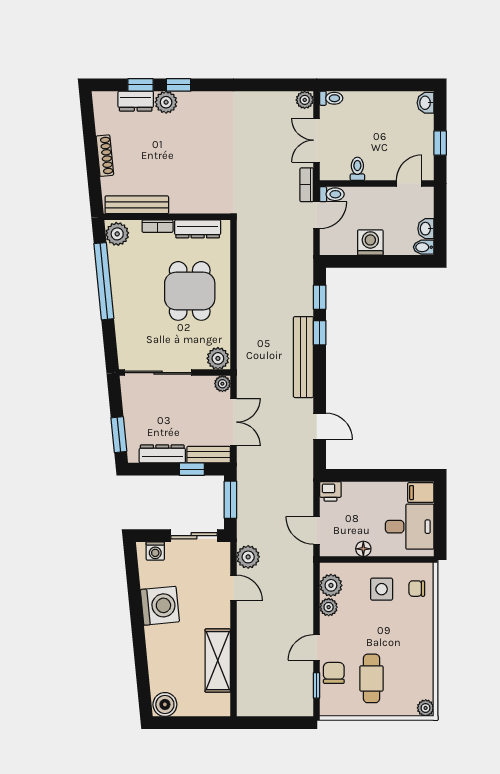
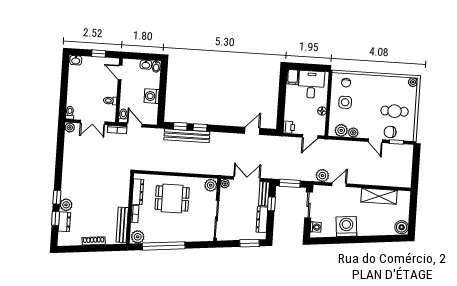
bench: (303, 357) -> (187, 136), moved

